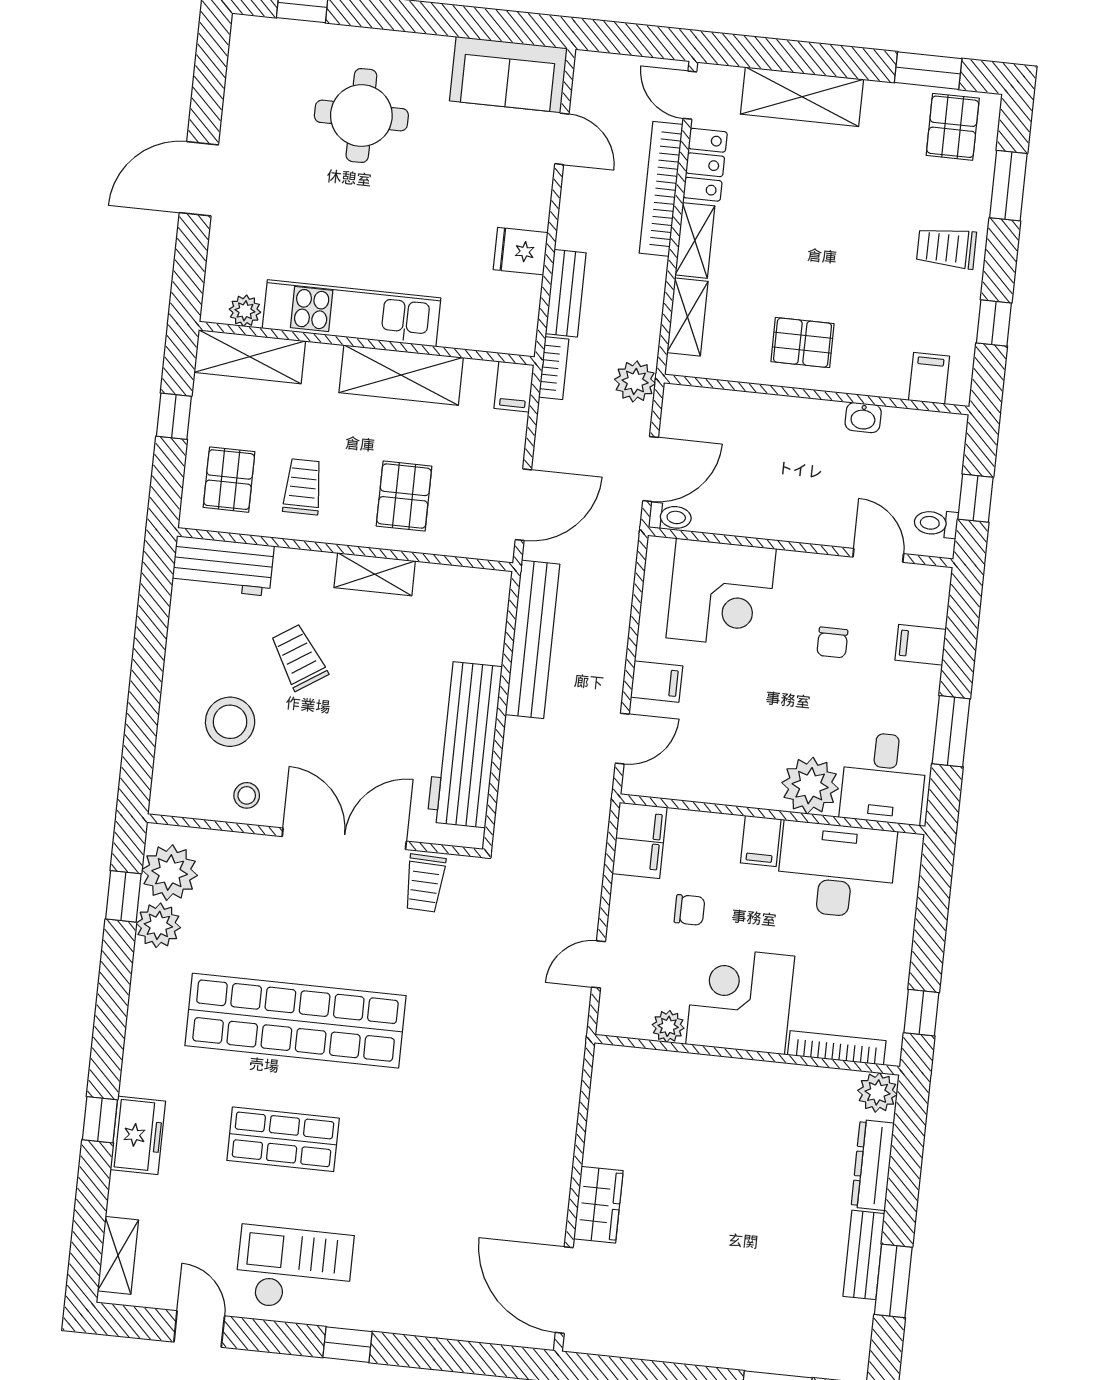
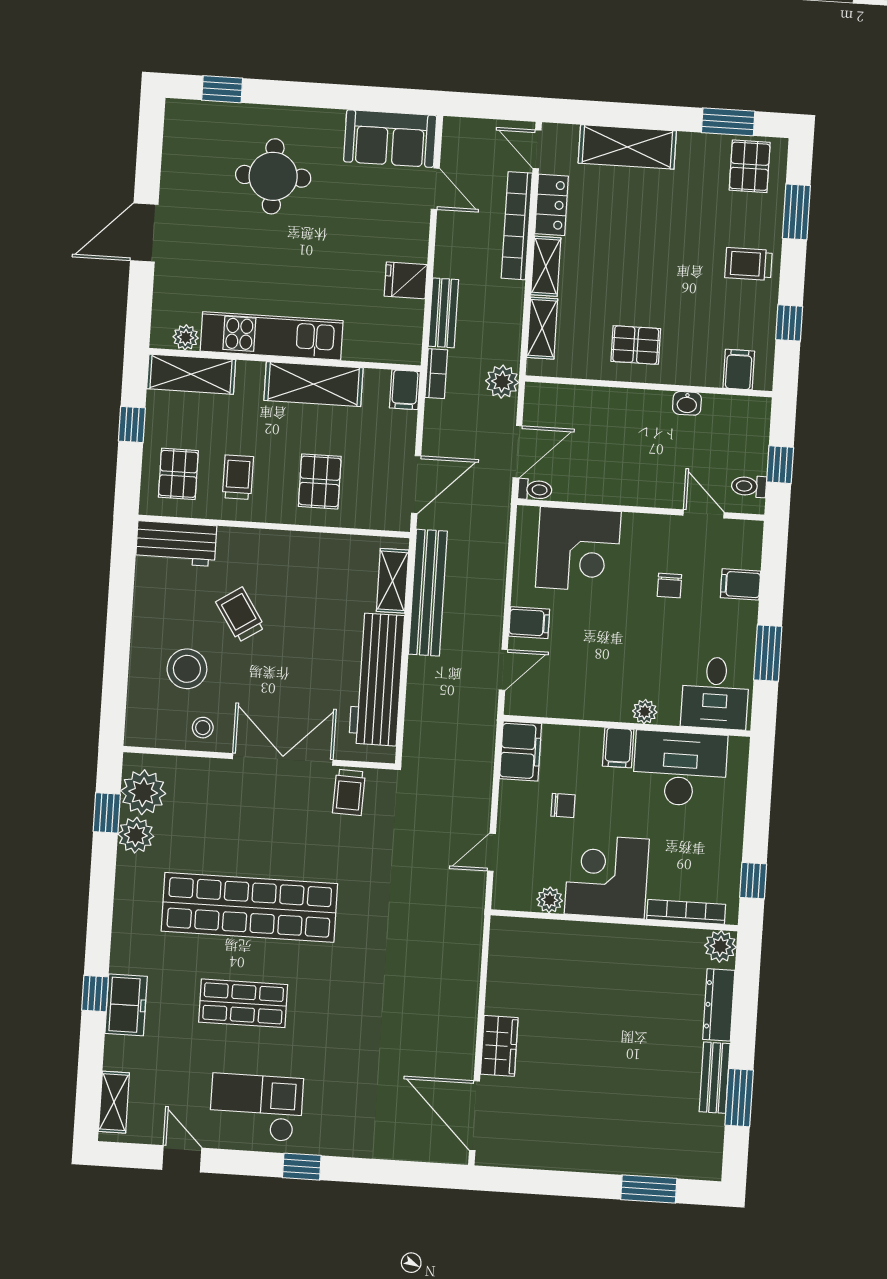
shelving: (375, 574) -> (393, 581), moved, turned 90
plant: (810, 786) -> (645, 712), width x0.53, depth x0.53

